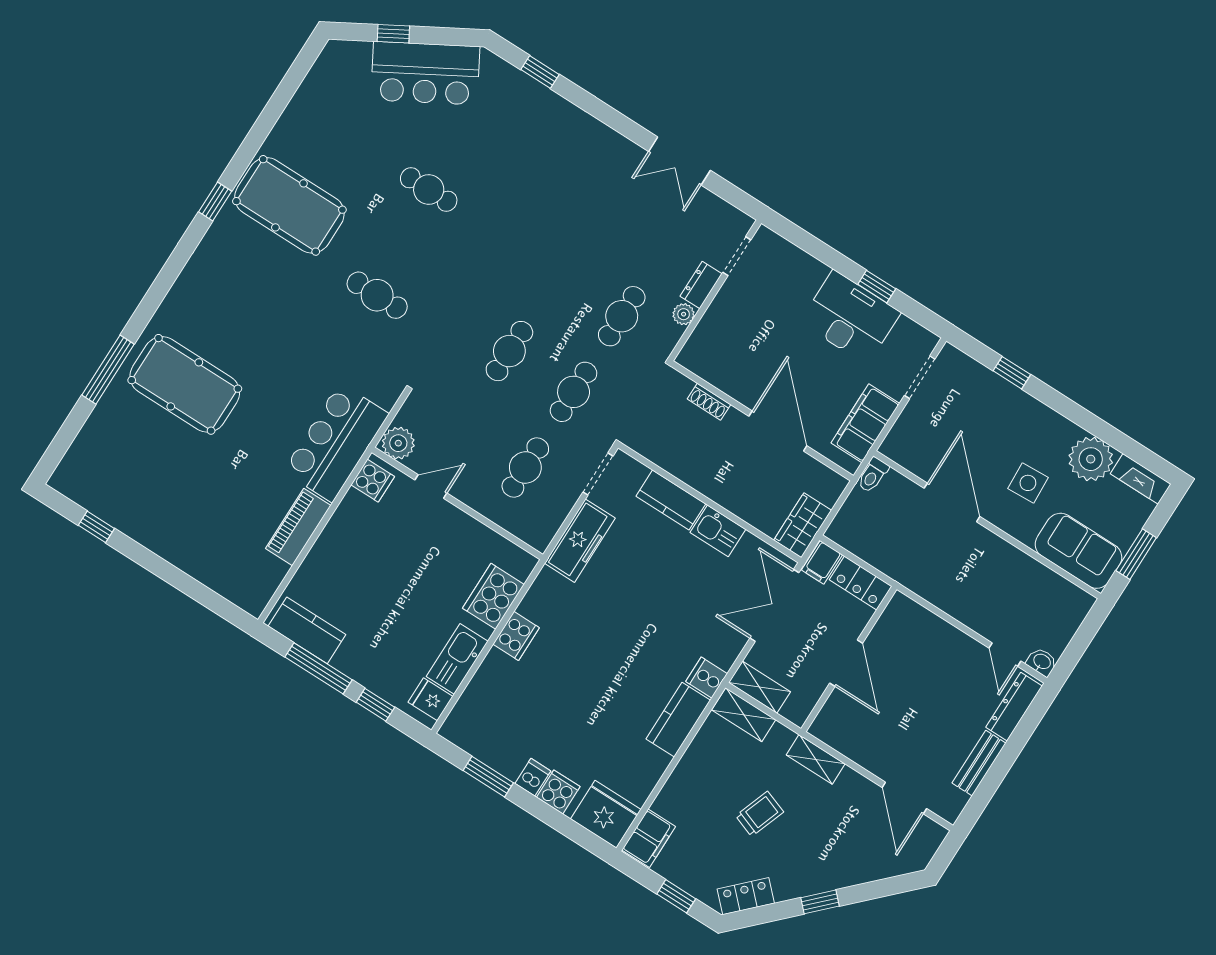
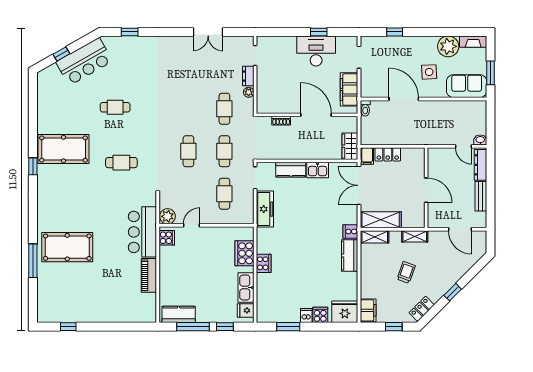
wall: (849, 659) -> (426, 188), moved
door: (846, 663) -> (426, 190), moved
shelving: (760, 687) -> (381, 220), width x1.50, depth x1.33

